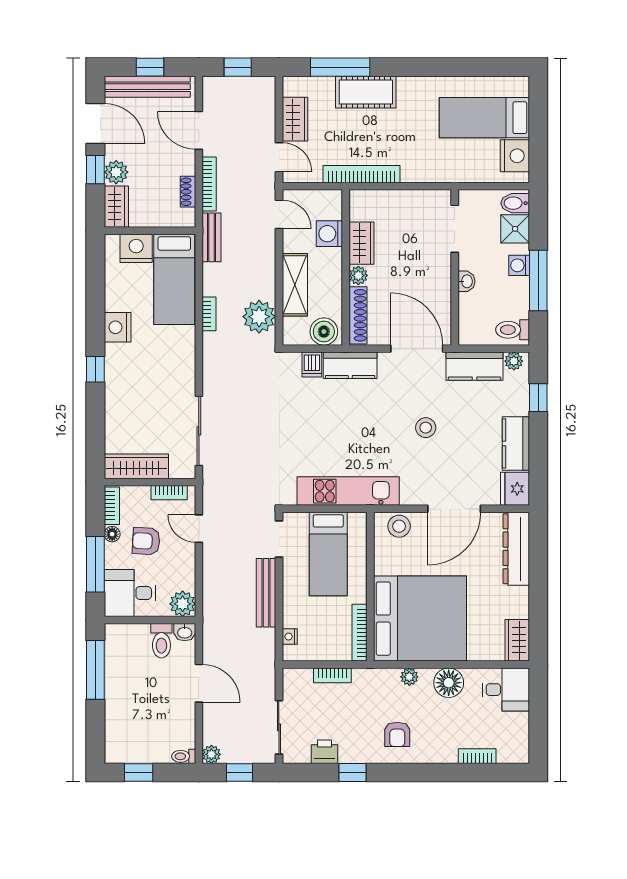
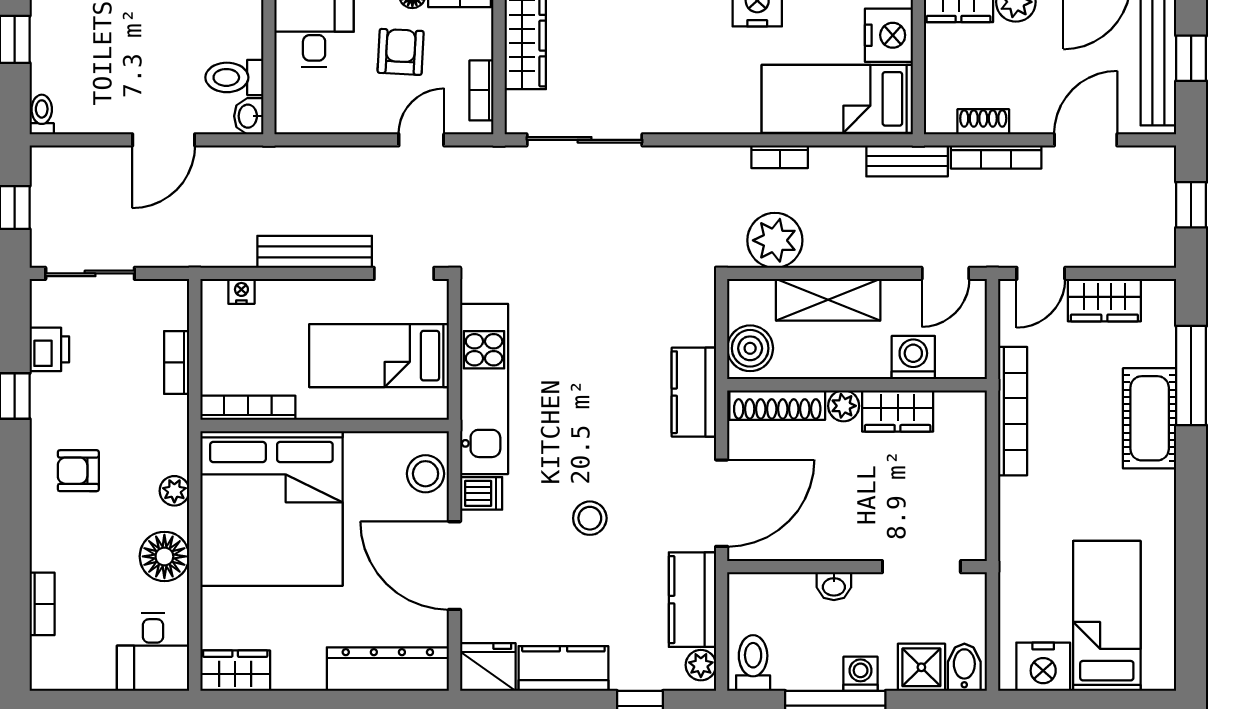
dishwasher: (312, 365) -> (481, 493), moved, turned 180
plant: (183, 604) -> (296, 113), removed
plant: (211, 754) -> (45, 161), removed

